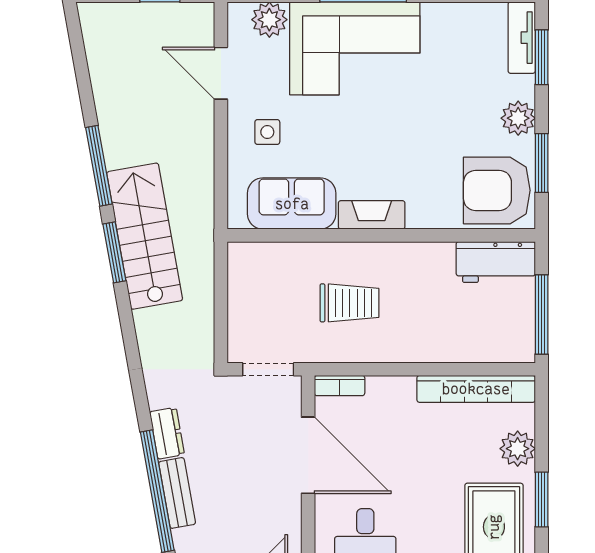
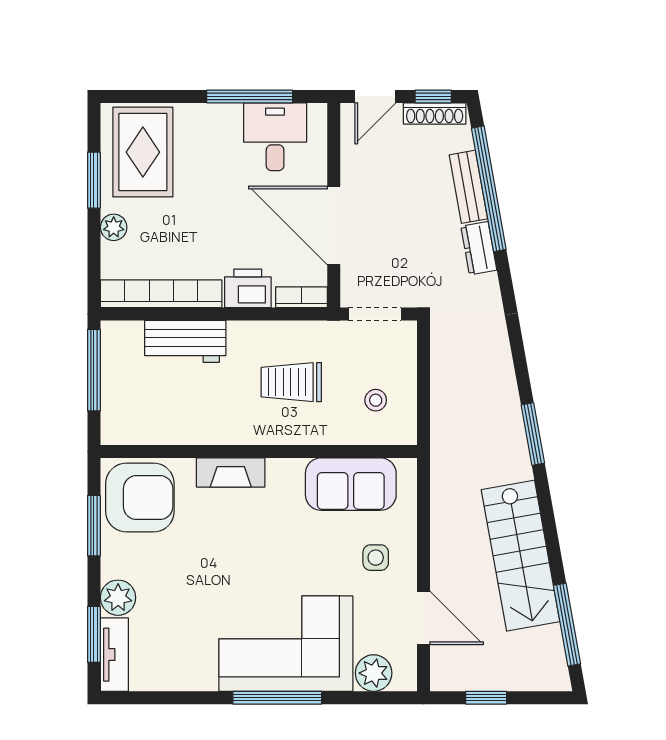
plant: (518, 118) -> (118, 598), moved
window: (99, 166) -> (567, 625), moved
fireplace: (372, 215) -> (231, 472), moved
stairs: (145, 236) -> (521, 556), moved
workbench: (496, 262) -> (185, 341), moved, turned 180
stool: (267, 285) -> (376, 400), added
printer: (392, 394) -> (248, 288), added
plant: (518, 449) -> (114, 227), width x0.73, depth x0.73

